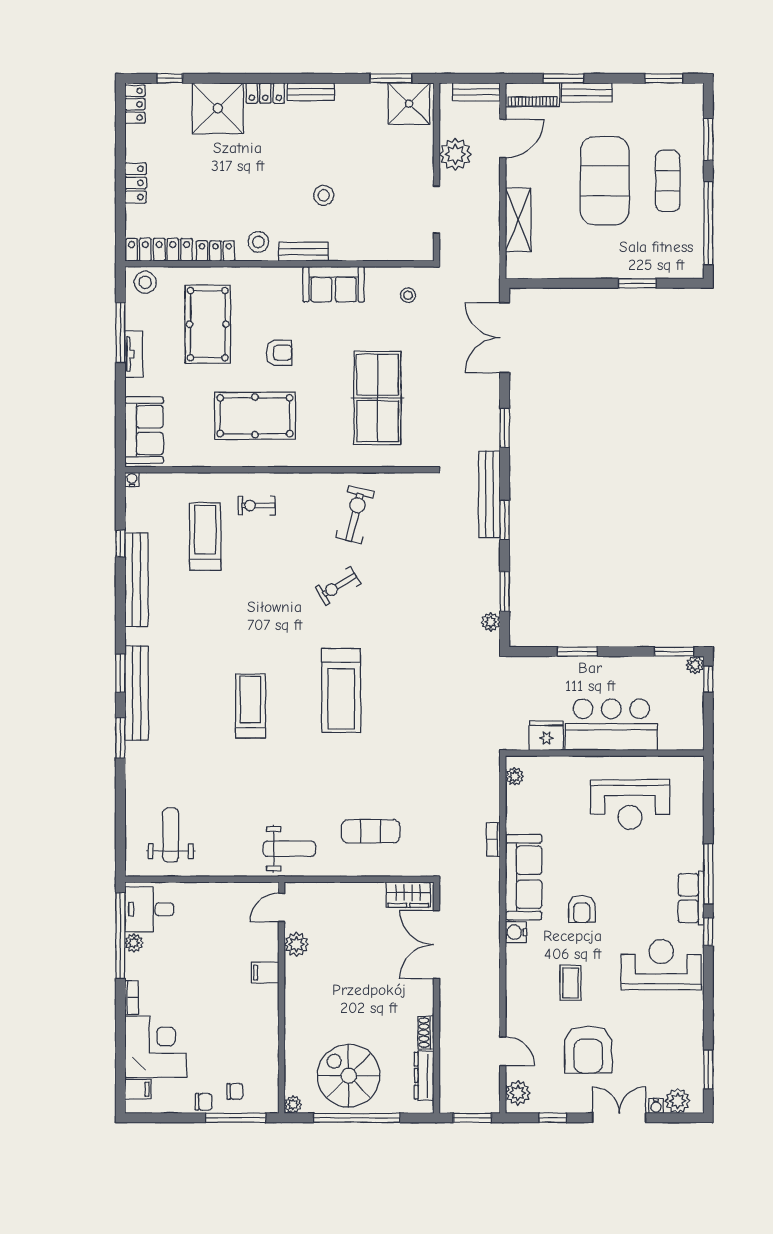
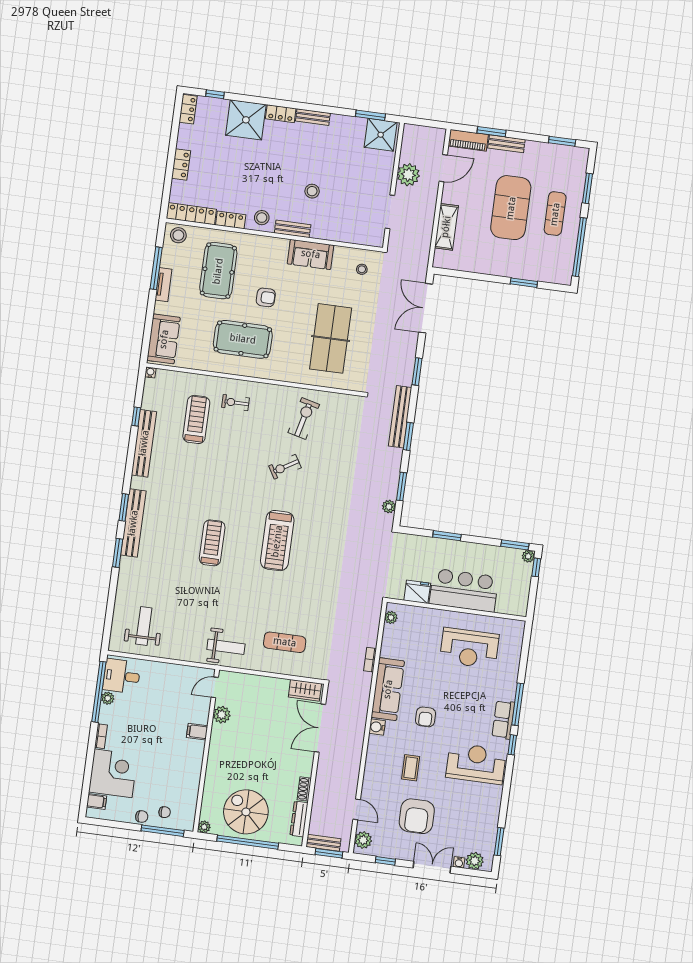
bench: (476, 92) -> (323, 843), moved

